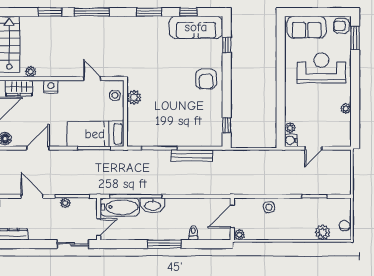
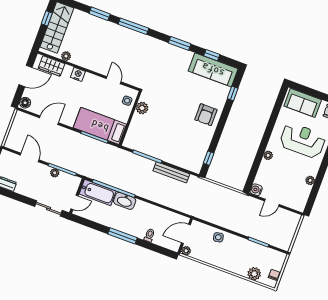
plant: (290, 128) -> (268, 155), moved

